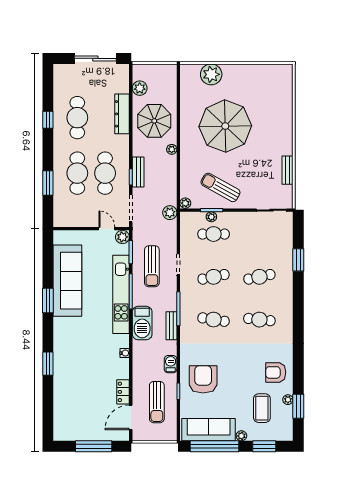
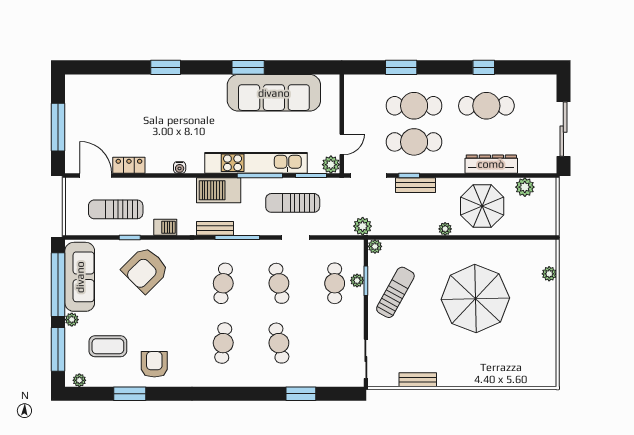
plant: (211, 74) -> (549, 274), width x0.53, depth x0.53
armchair: (203, 379) -> (145, 270), turned 135
plant: (288, 400) -> (79, 380), moved
window: (298, 406) -> (130, 394), moved
window: (264, 446) -> (58, 349), width x1.44

